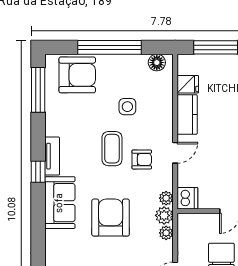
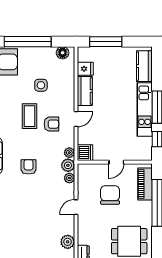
armchair: (111, 218) -> (29, 167), width x0.53, depth x0.53

